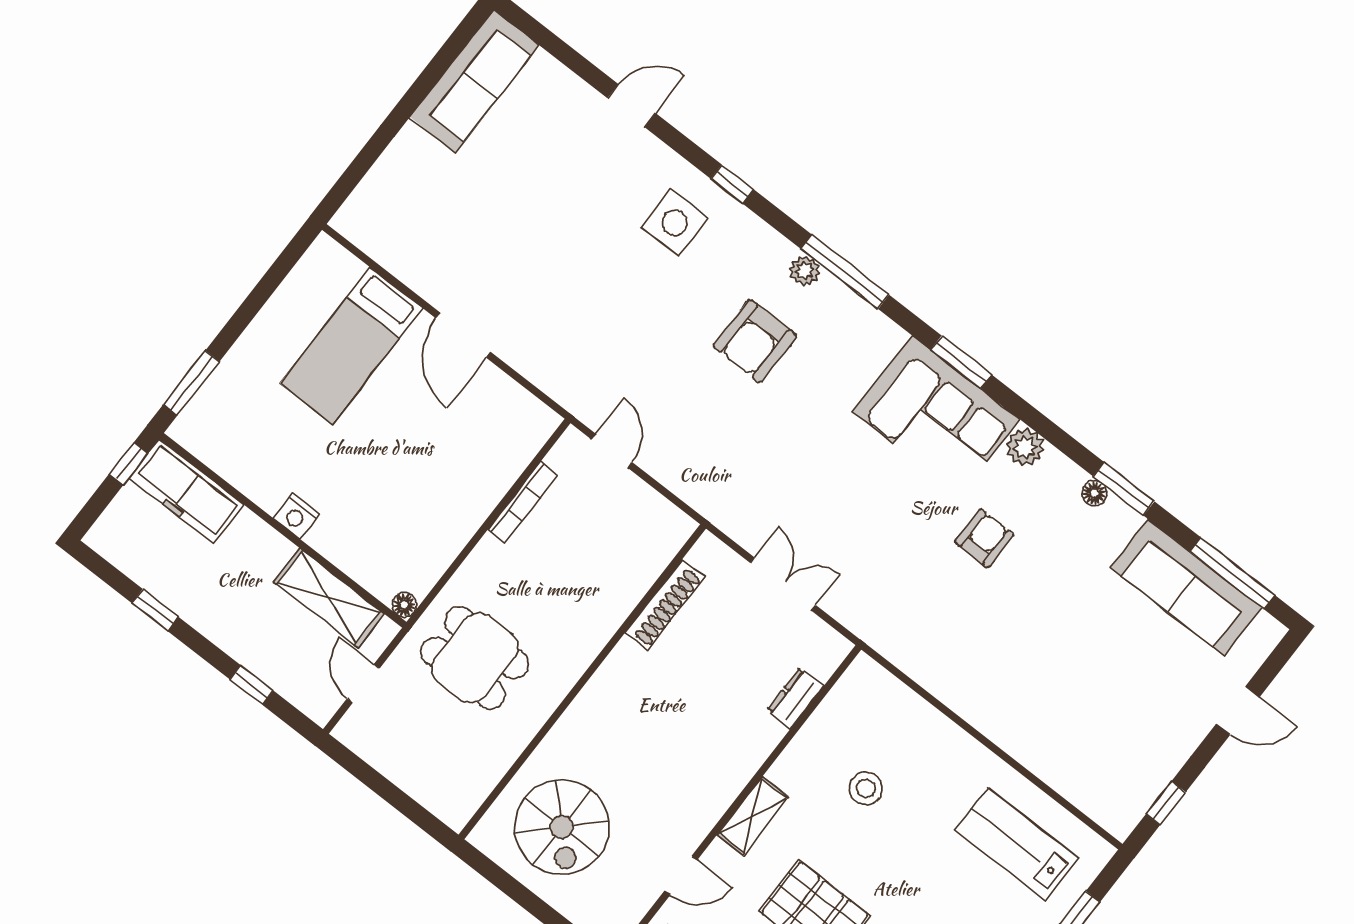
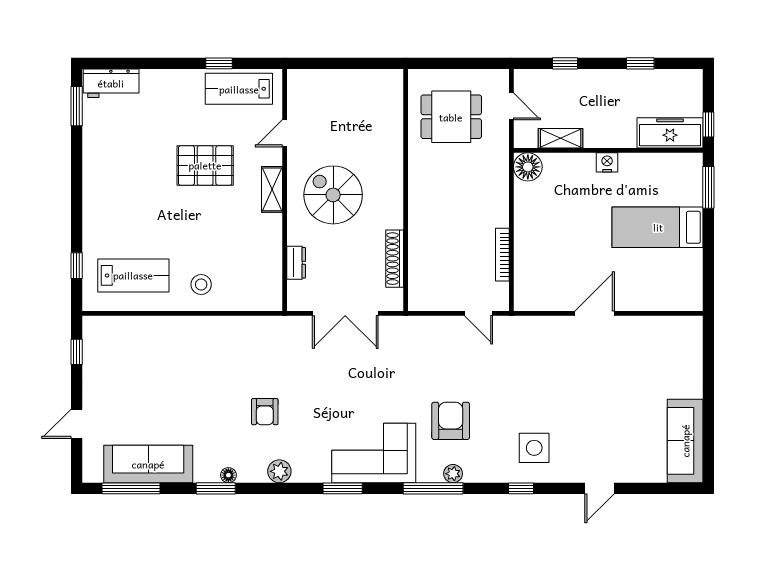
door: (463, 335) -> (595, 313), hinge flipped
bed: (351, 346) -> (658, 227), moved, turned -90
corner sofa: (936, 416) -> (374, 453), moved
double door: (783, 584) -> (345, 313), width x1.37
shelving: (329, 598) -> (561, 138), width x0.67, depth x0.75
floor lamp: (404, 605) -> (528, 167), width x1.89, depth x1.89
dining table: (475, 658) -> (451, 117), moved
stool: (866, 788) -> (201, 285), moved
spiral stairs: (562, 827) -> (333, 195), moved

